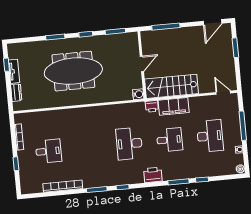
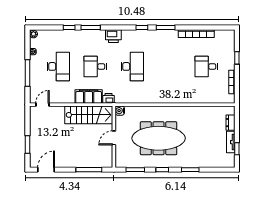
meeting table: (73, 71) -> (159, 138), moved
door: (223, 93) -> (42, 105), swing flipped
desk: (210, 136) -> (58, 66), turned 180

